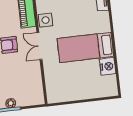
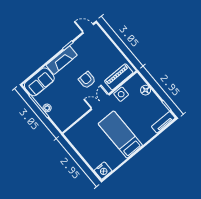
nightstand: (108, 66) -> (103, 171), moved

